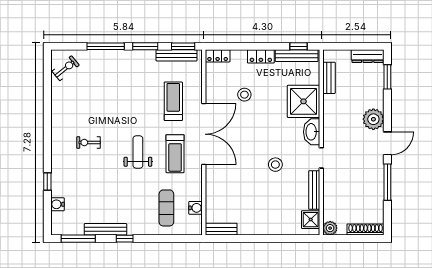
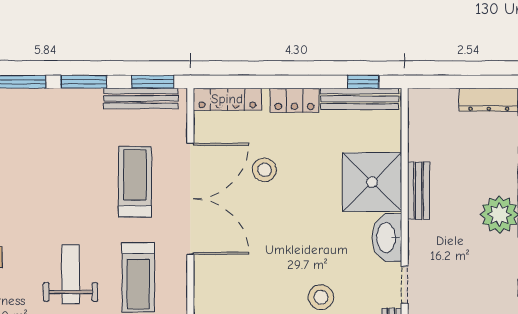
locker: (218, 56) -> (227, 99), width x1.53
bench: (329, 78) -> (419, 191), moved
double door: (204, 134) -> (190, 199), moved

